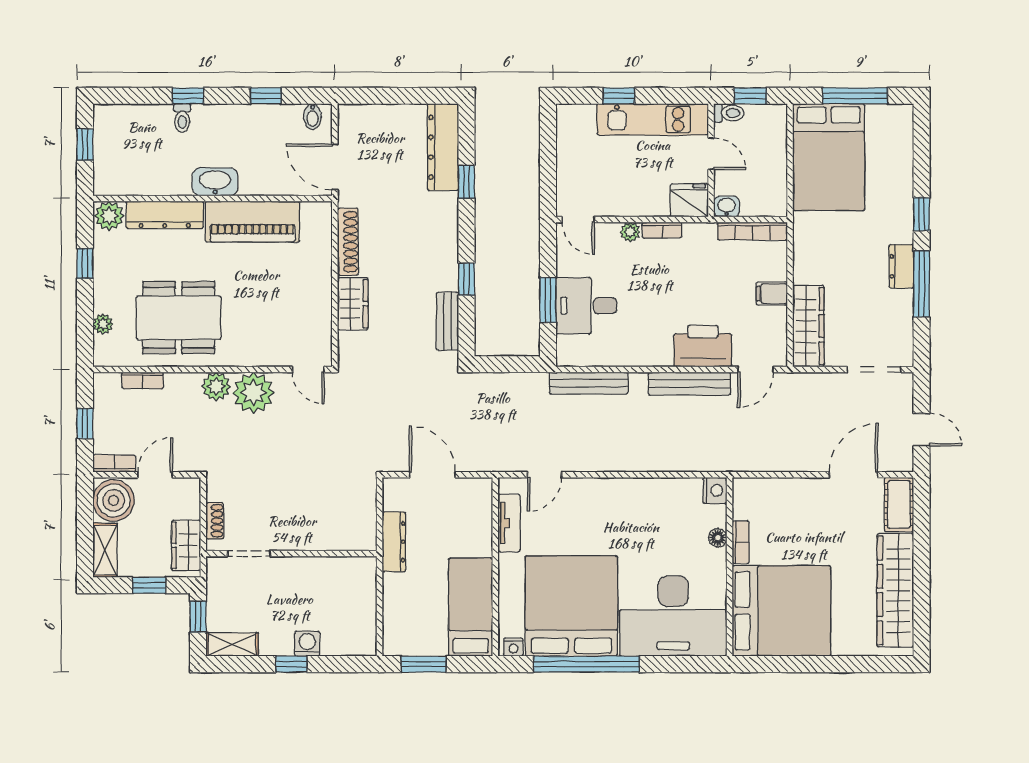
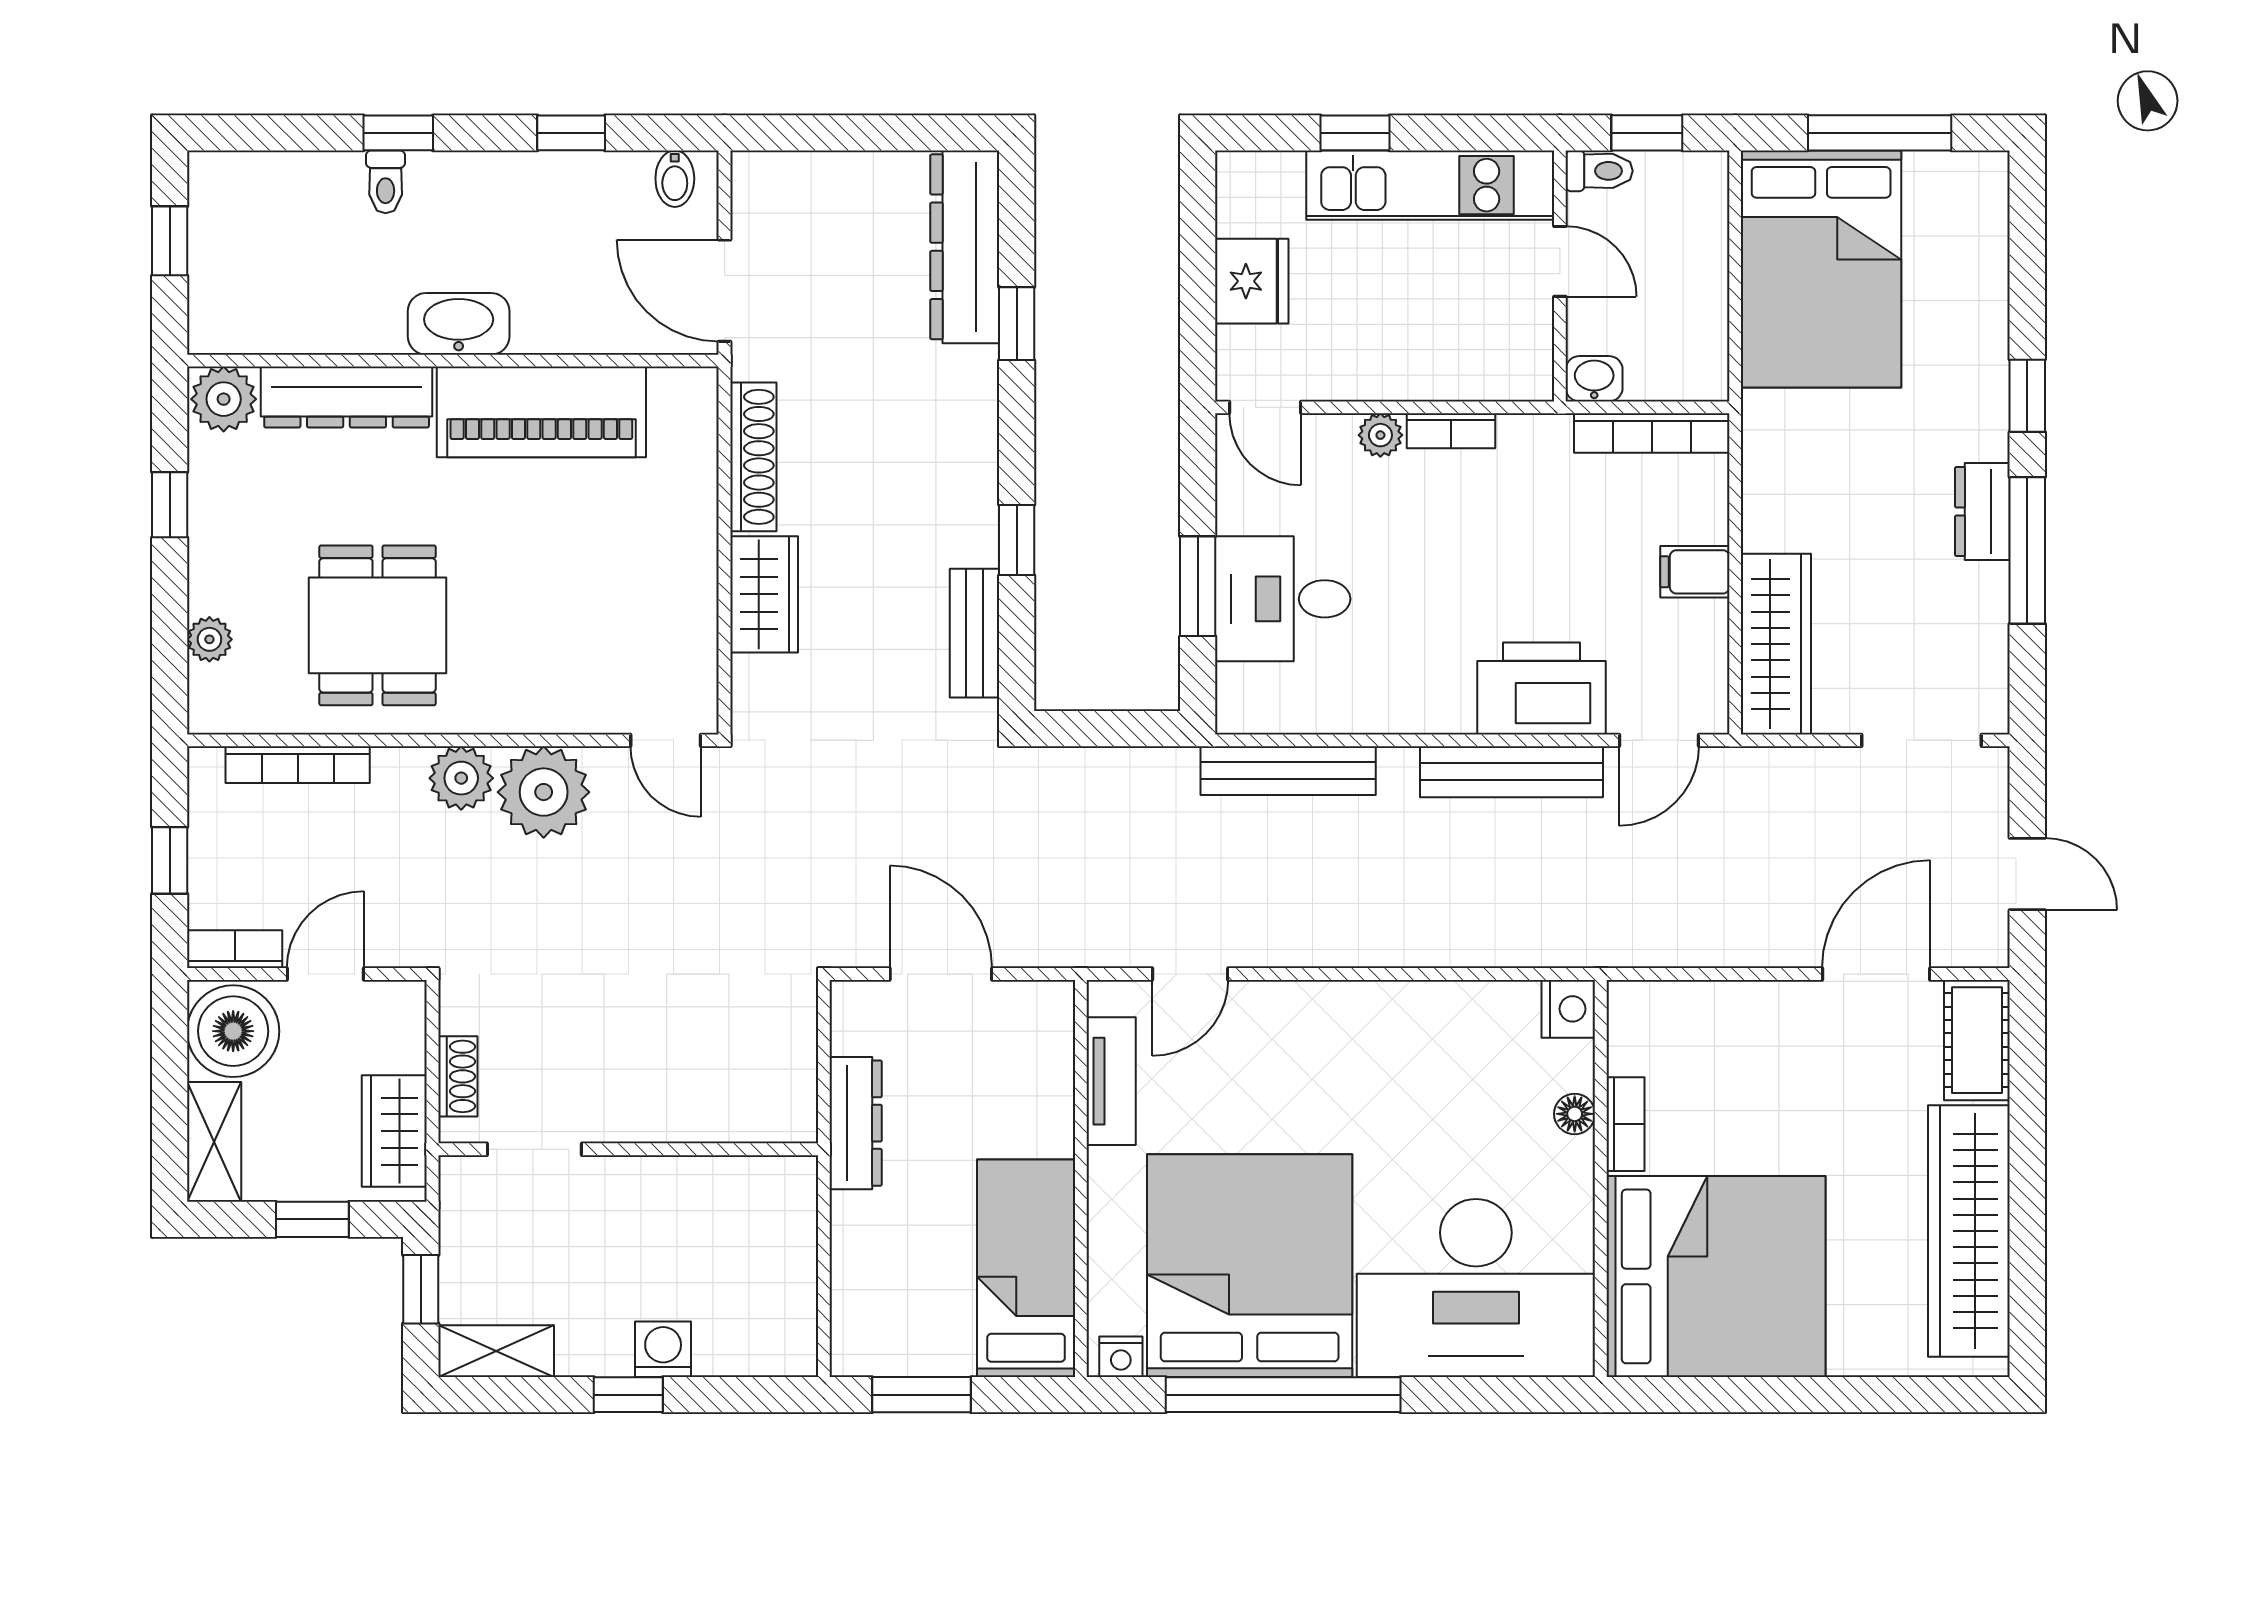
fridge: (689, 200) -> (1252, 281), moved, turned 90
dining table: (179, 318) -> (378, 625), width x0.73
bookcase: (143, 380) -> (298, 765), width x1.56

